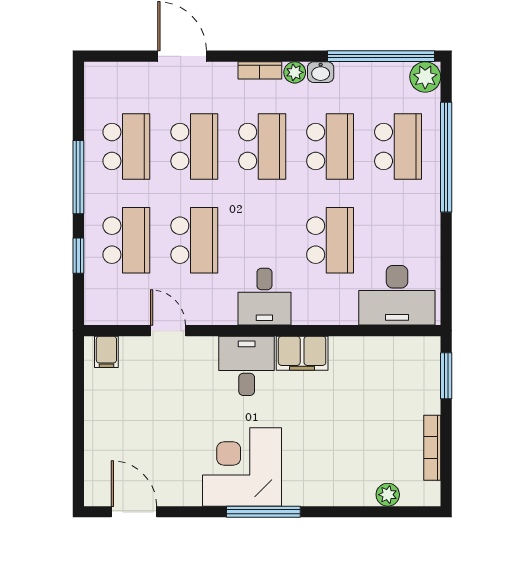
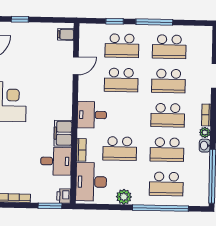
plant: (425, 77) -> (124, 197), moved
bookcase: (334, 316) -> (81, 150), added
printer: (426, 349) -> (64, 196), added
desk: (247, 366) -> (56, 161), moved
window: (78, 443) -> (20, 19), added

